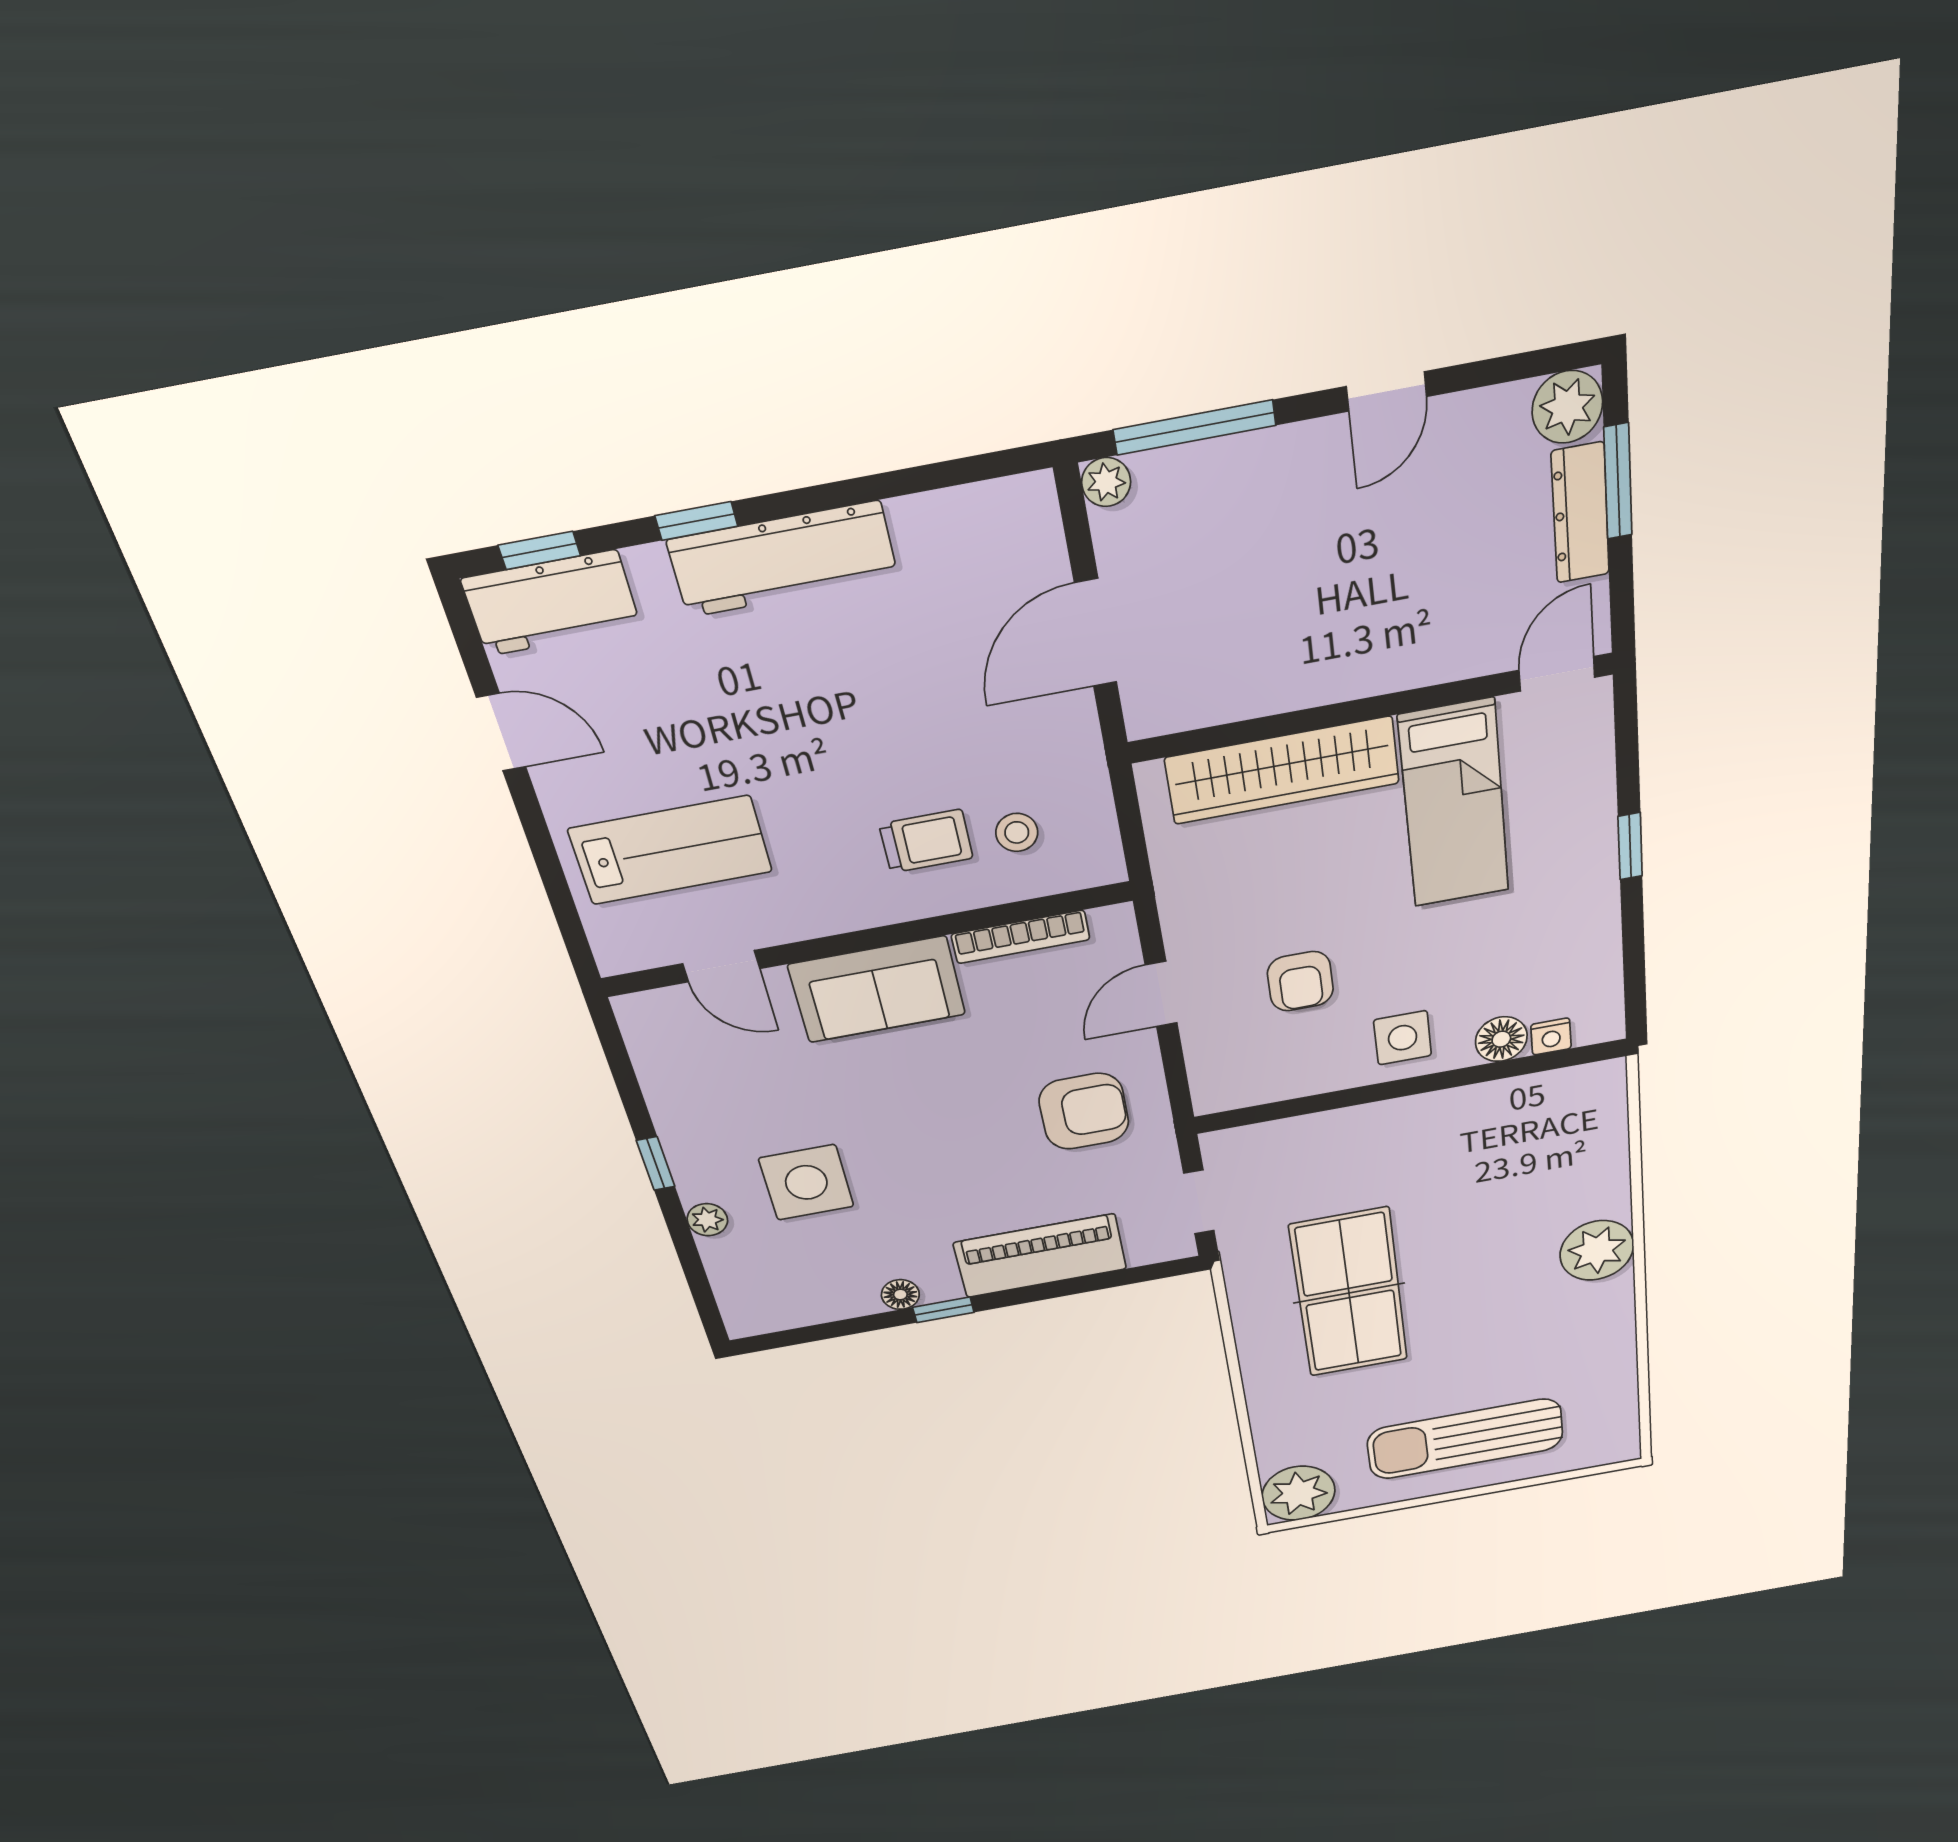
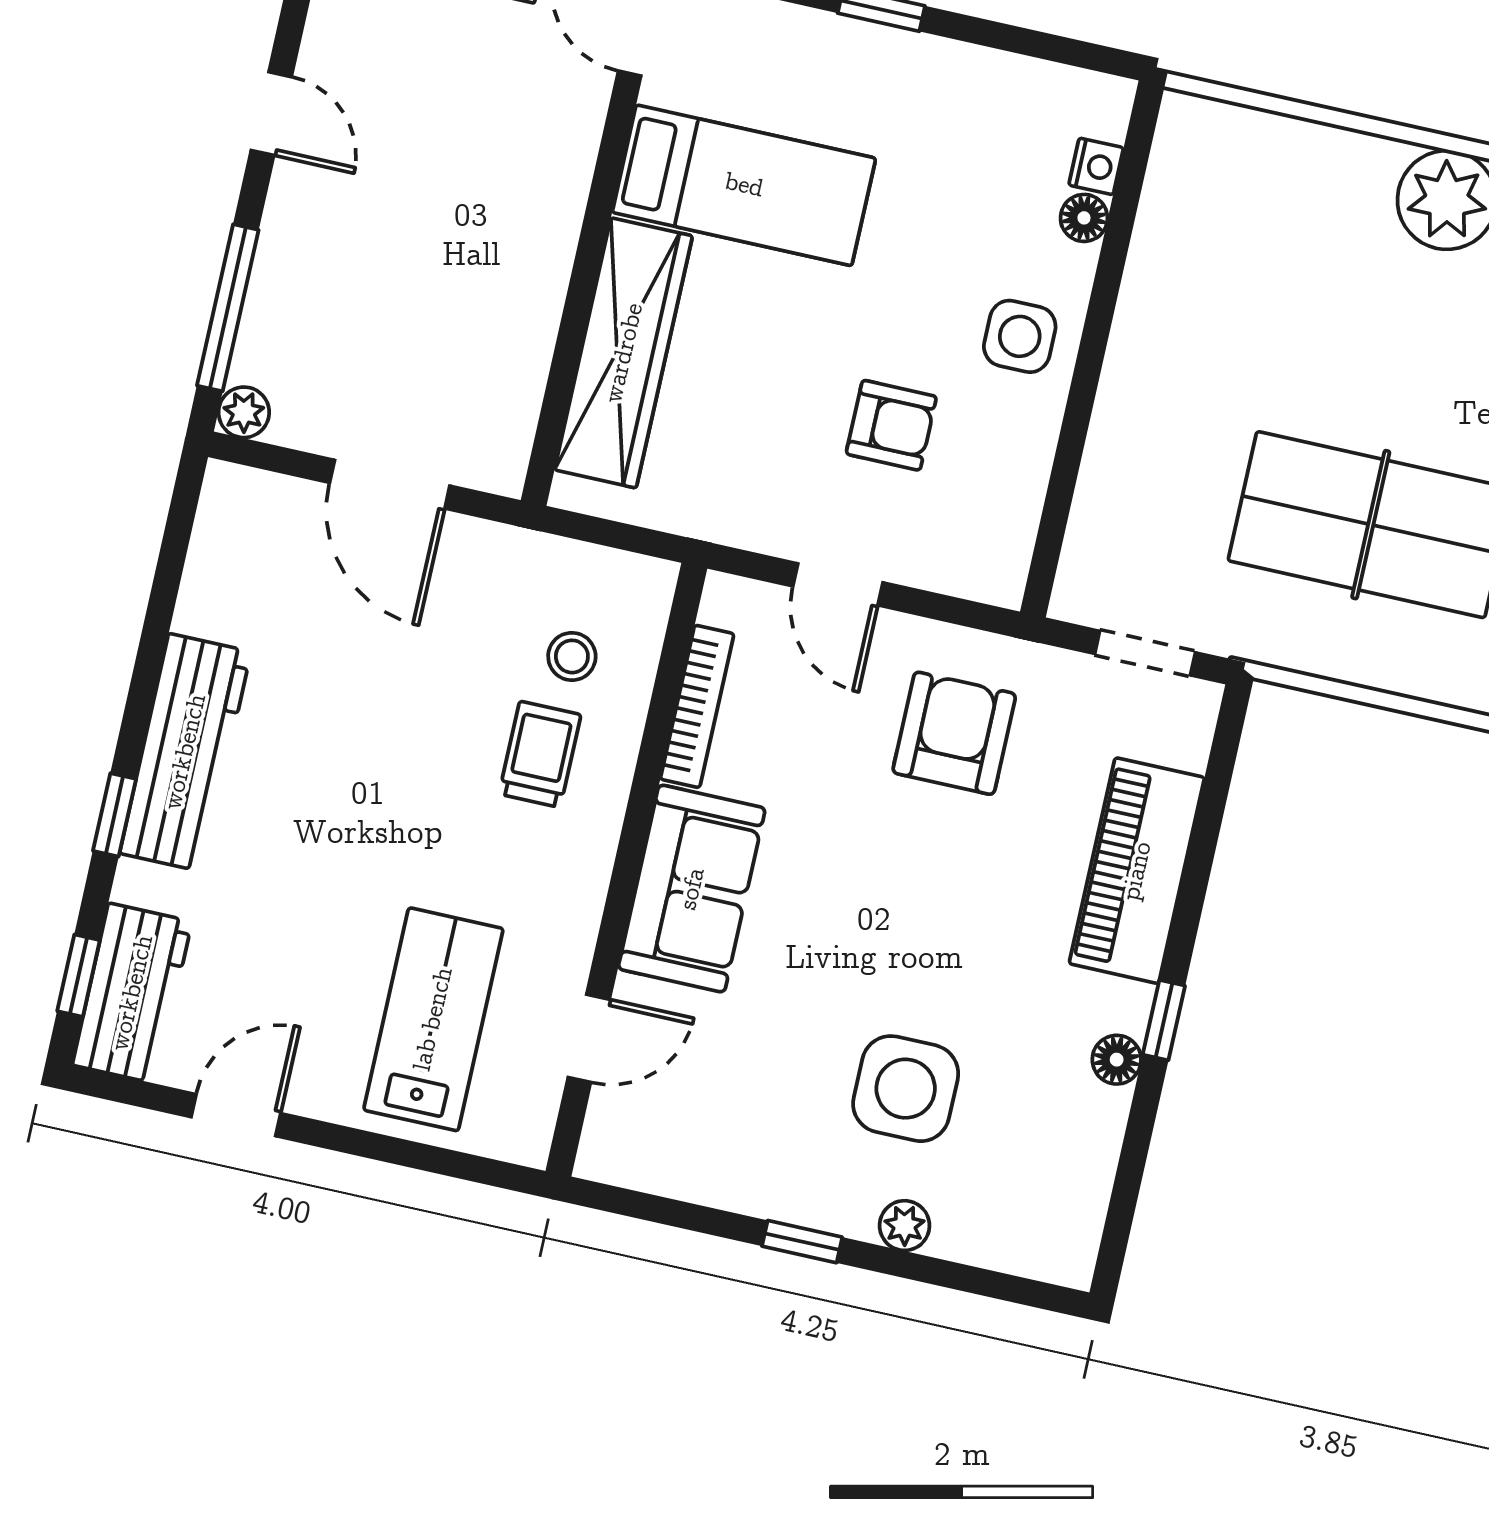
floor lamp: (1501, 1039) -> (1084, 218), width x0.73, depth x0.73

